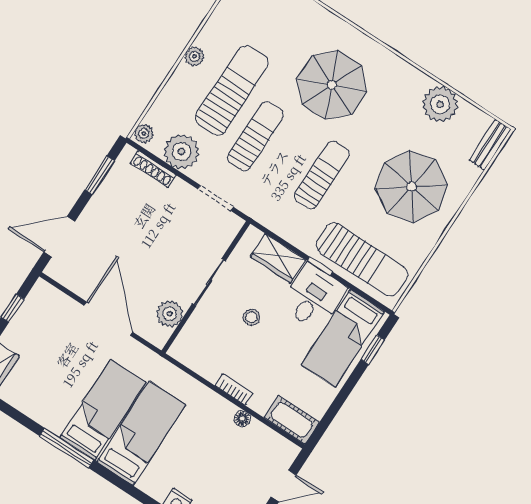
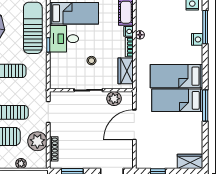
plant: (144, 134) -> (21, 163), moved
wardrobe: (278, 258) -> (126, 71), moved, turned 180
nightstand: (259, 404) -> (128, 31), added

